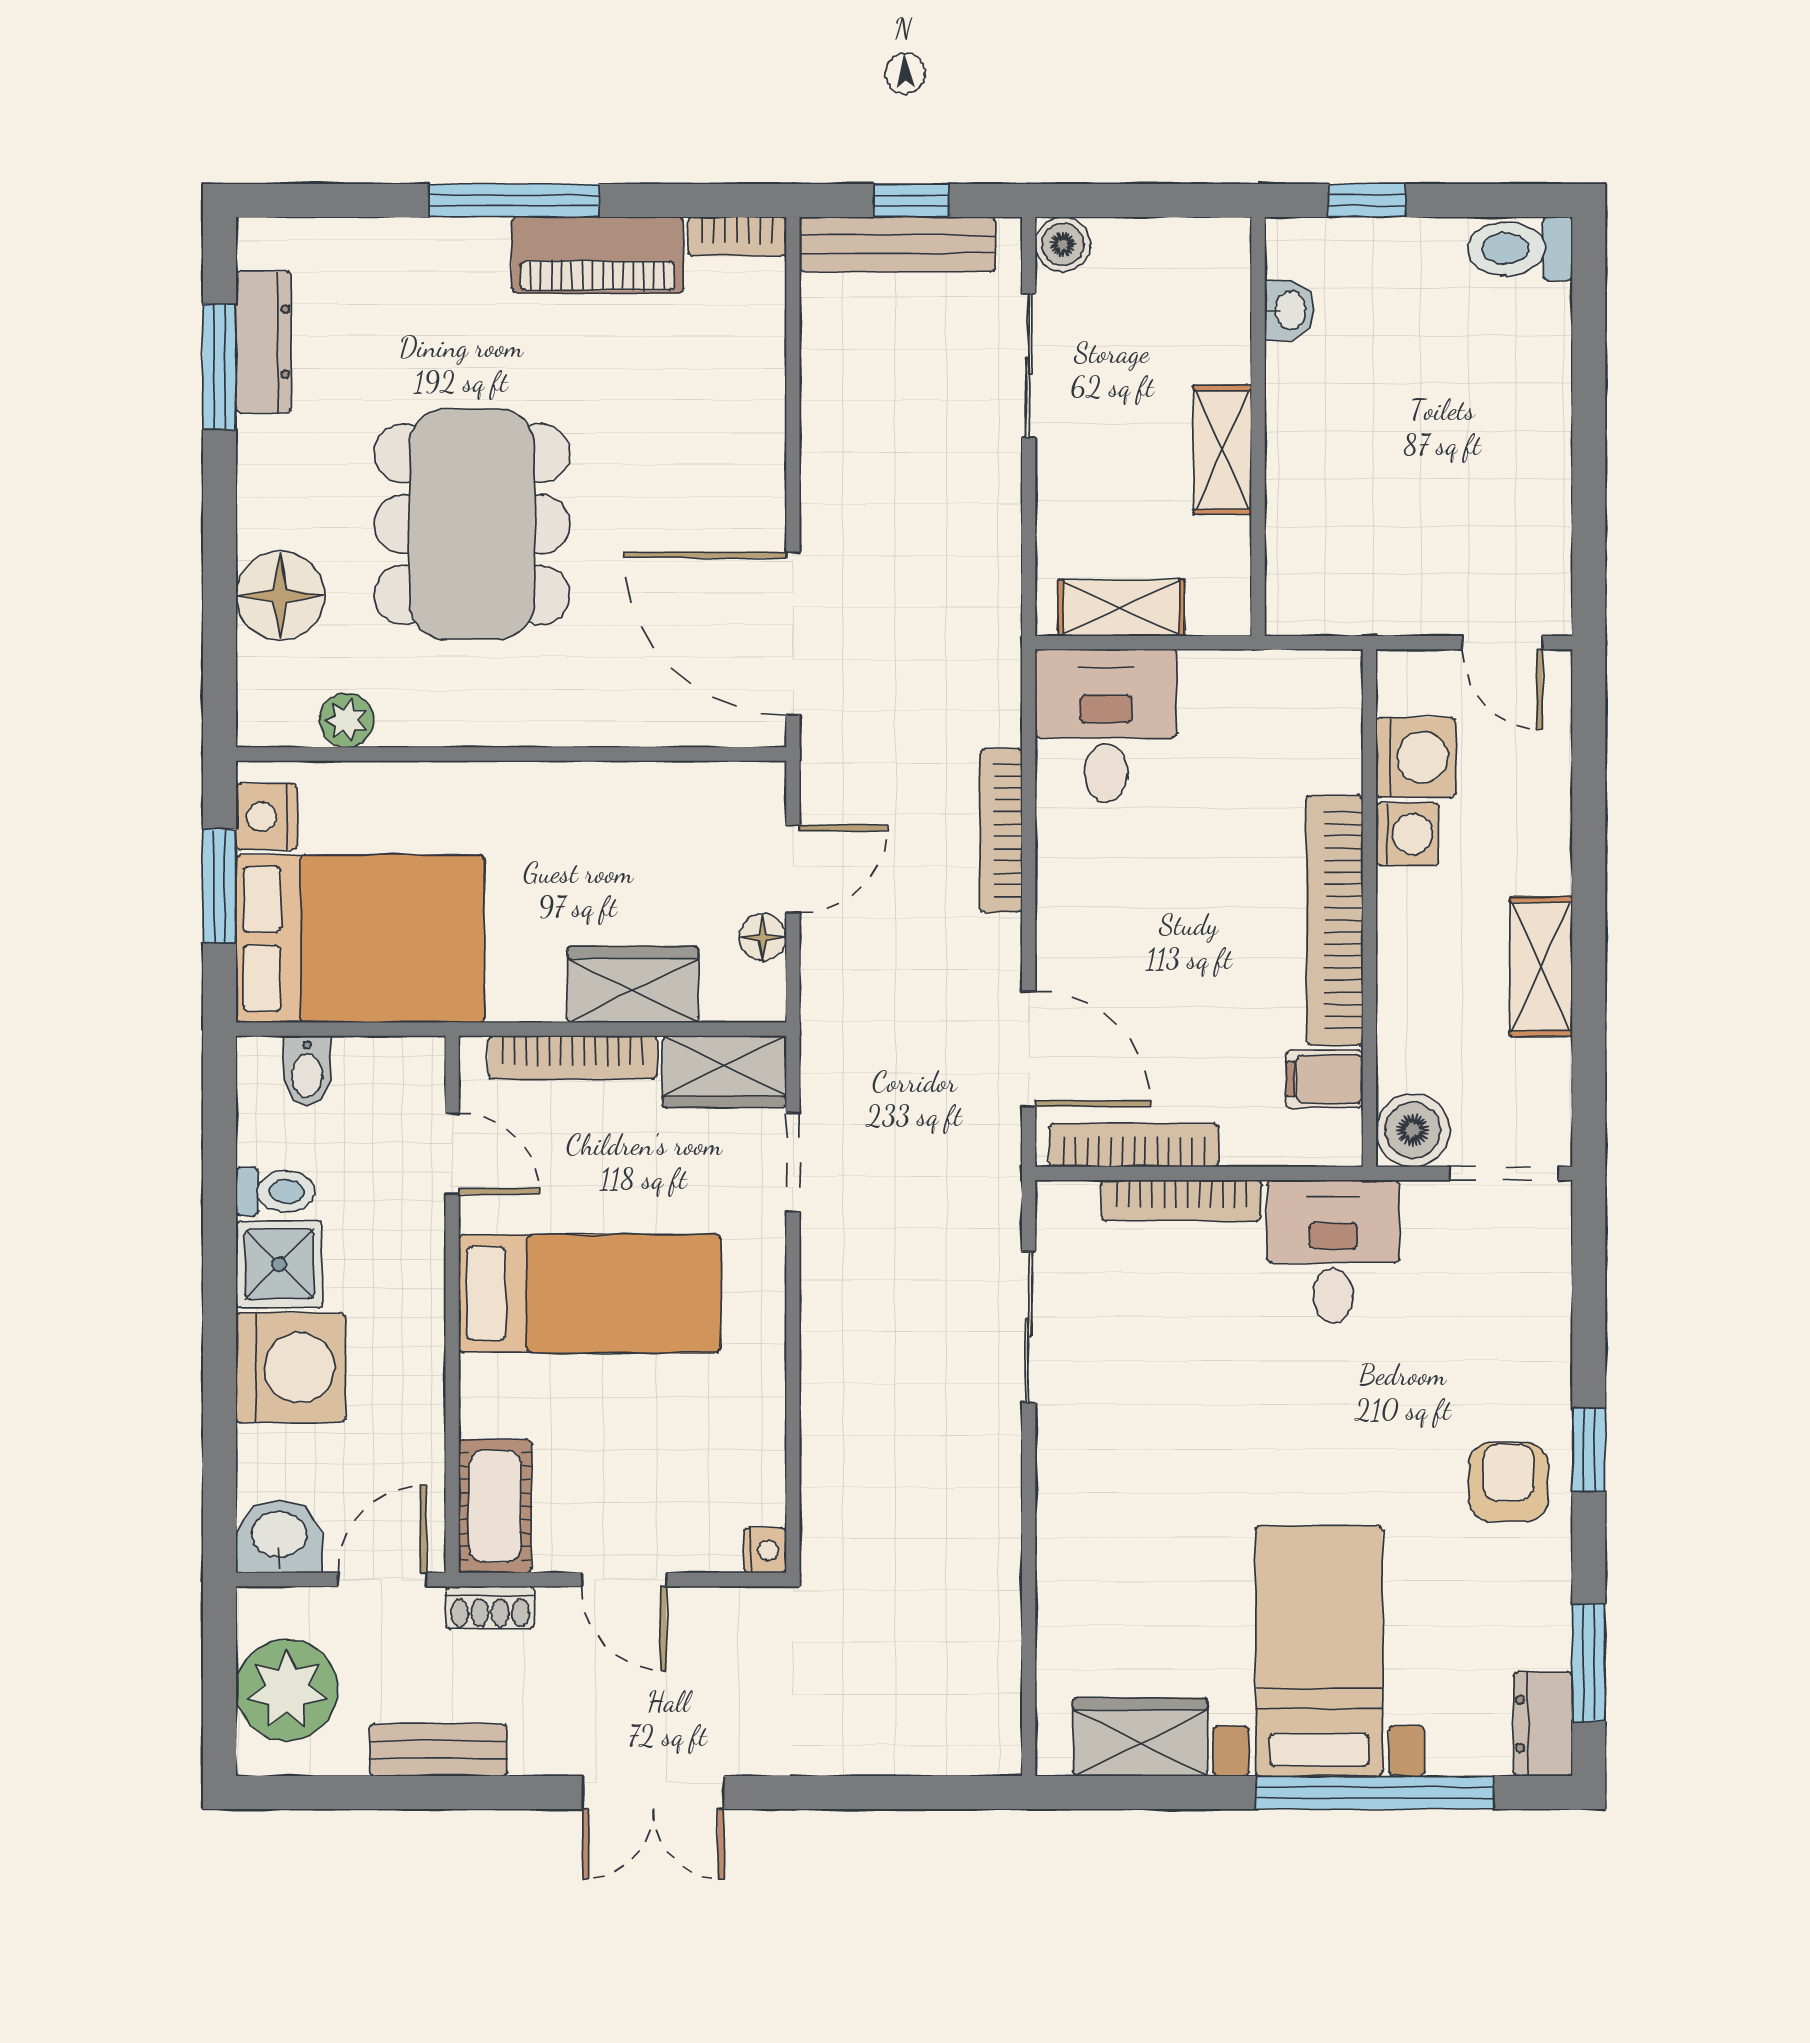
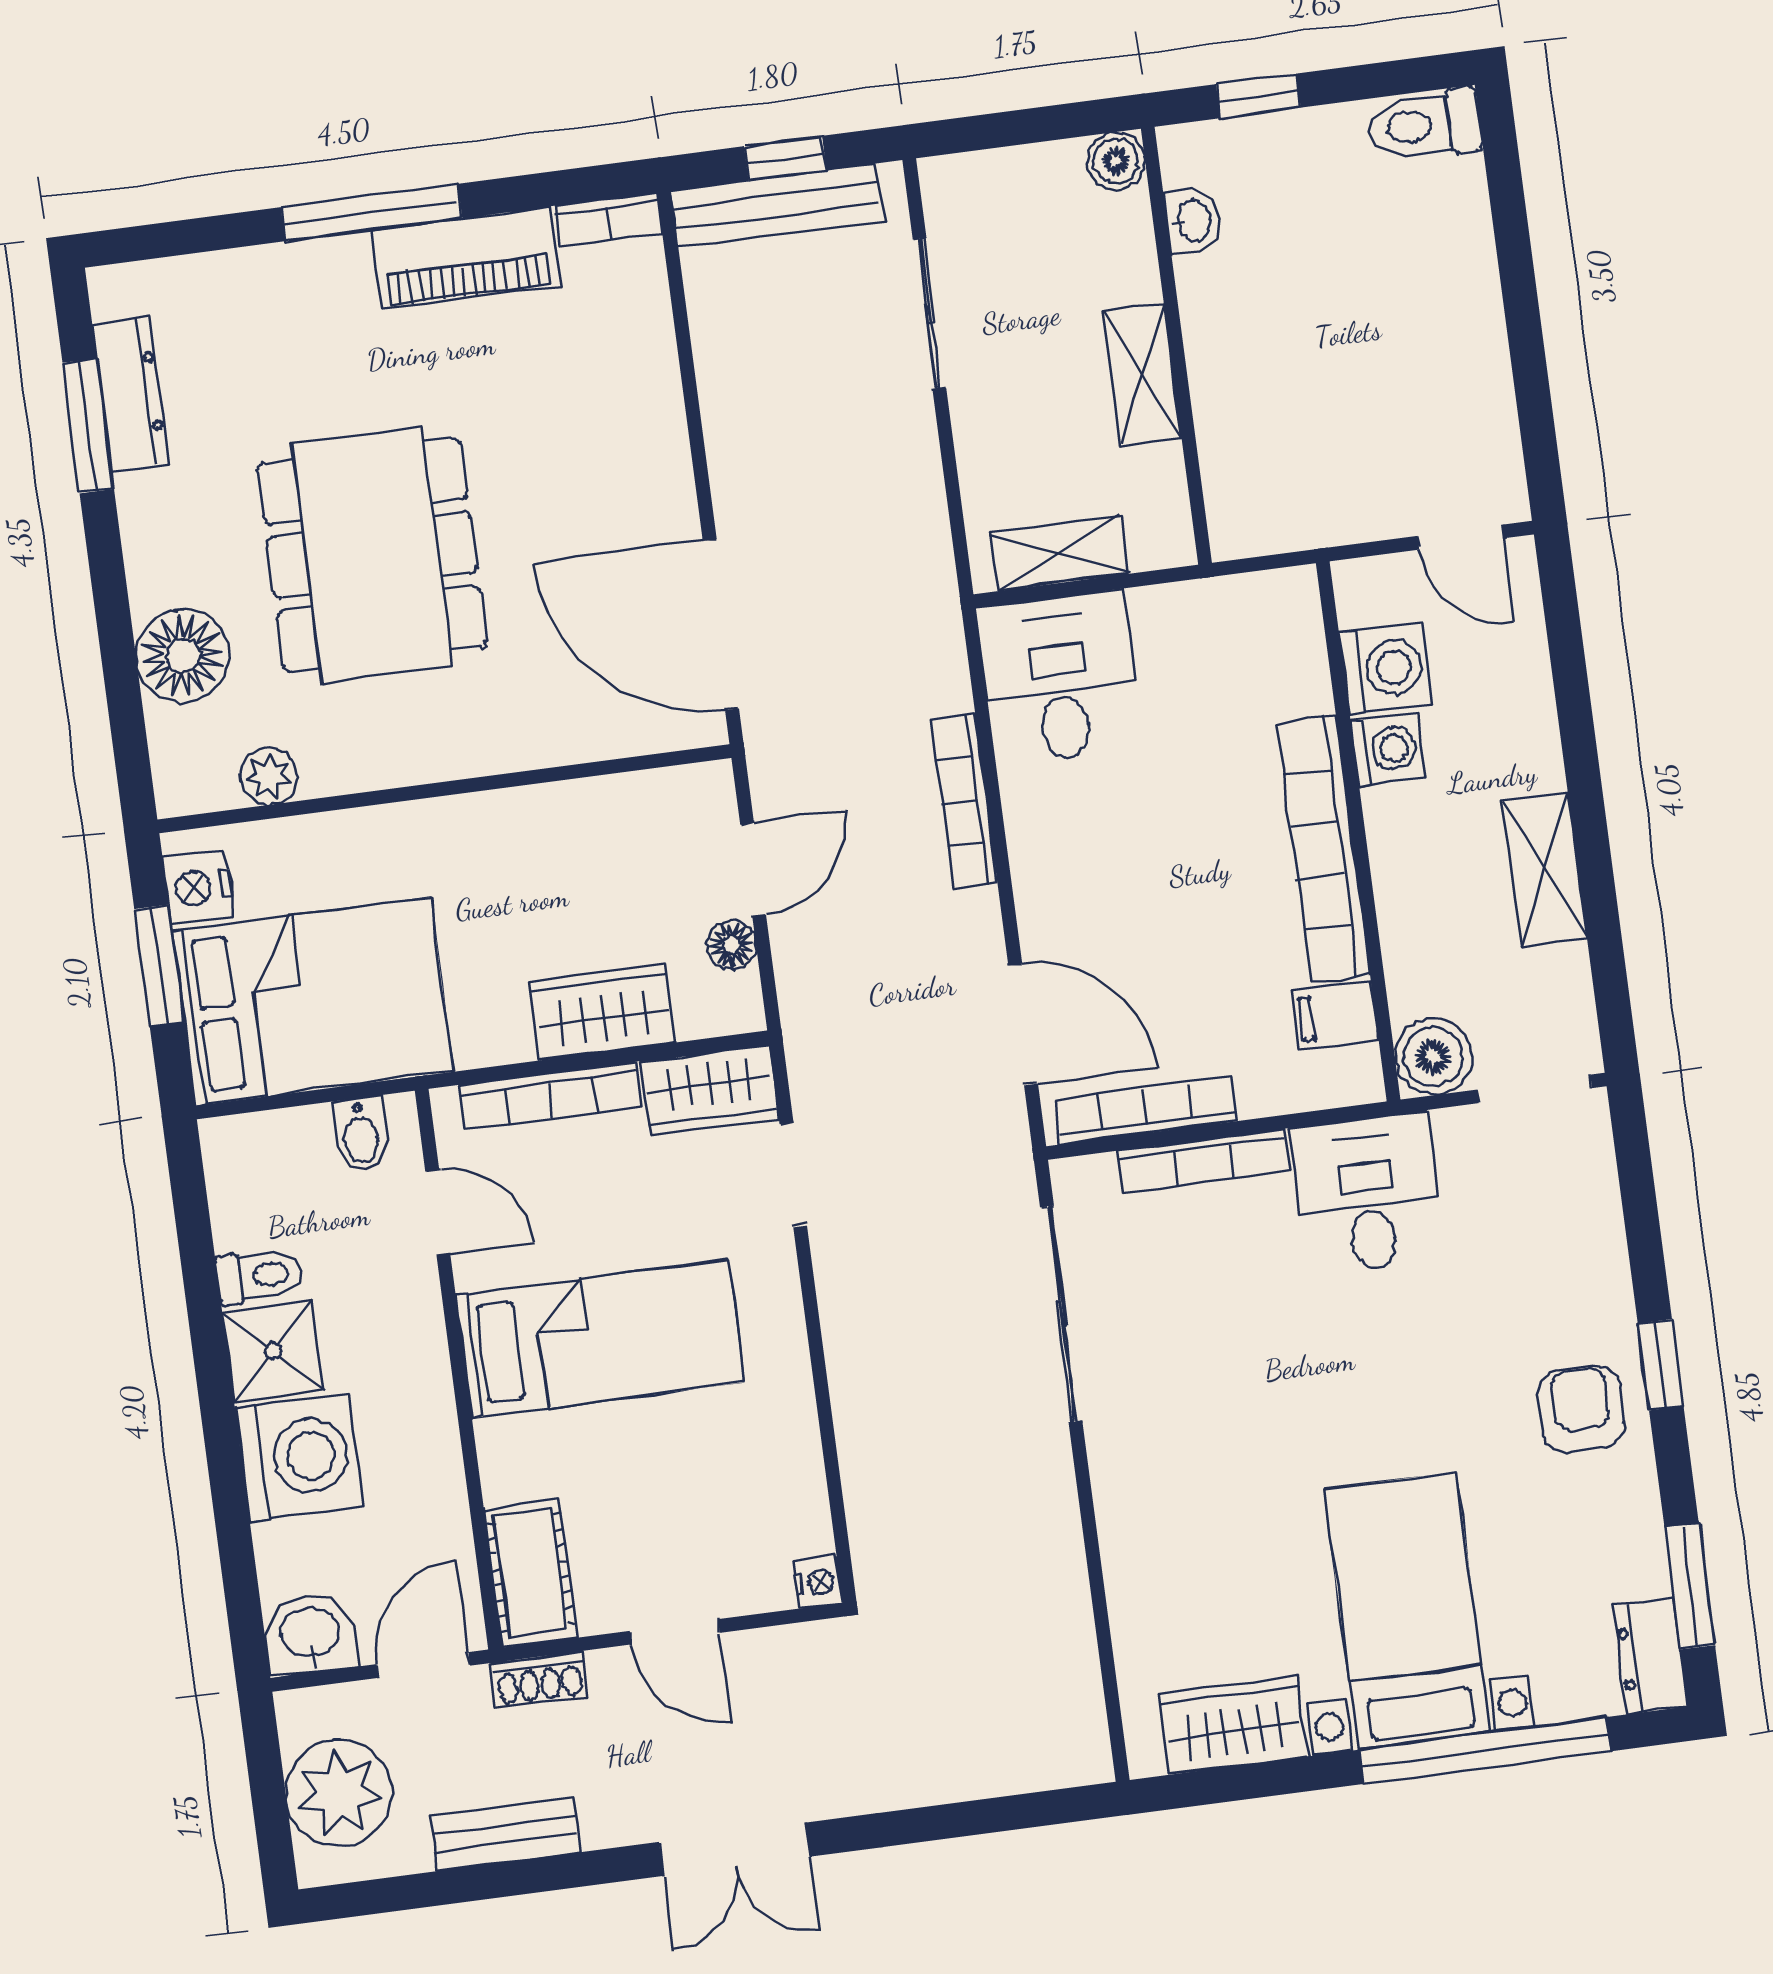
boiler: (1063, 244) -> (1116, 161), moved
bidet: (307, 1071) -> (361, 1135), moved
sliding door: (1029, 1327) -> (1061, 1314), width x1.37

